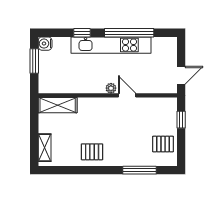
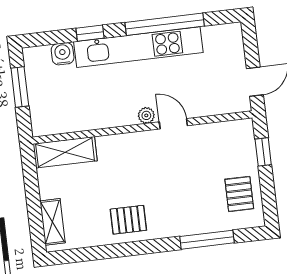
water cooler: (45, 44) -> (63, 54), moved, turned 90
pallet: (163, 144) -> (239, 194), turned 90

